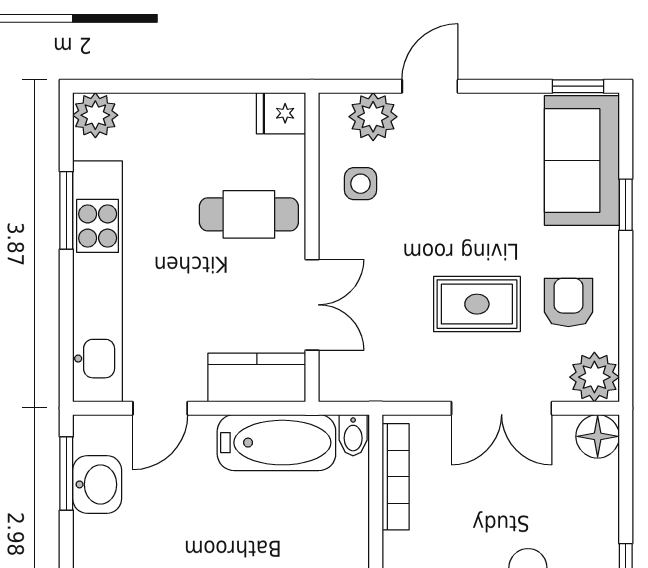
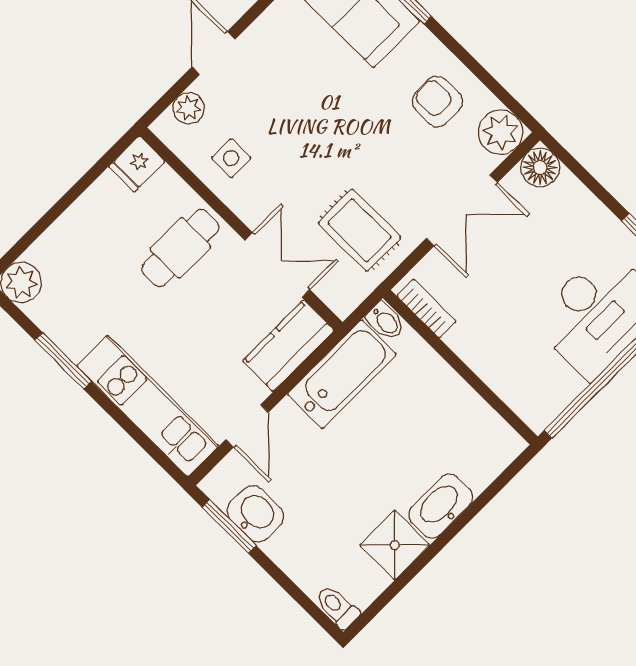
plant: (373, 117) -> (189, 108), width x0.73, depth x0.73
kitchen unit: (98, 281) -> (148, 406), width x0.73
rug: (477, 304) -> (359, 230), moved, turned 90
bookcase: (396, 477) -> (426, 308), width x0.64

